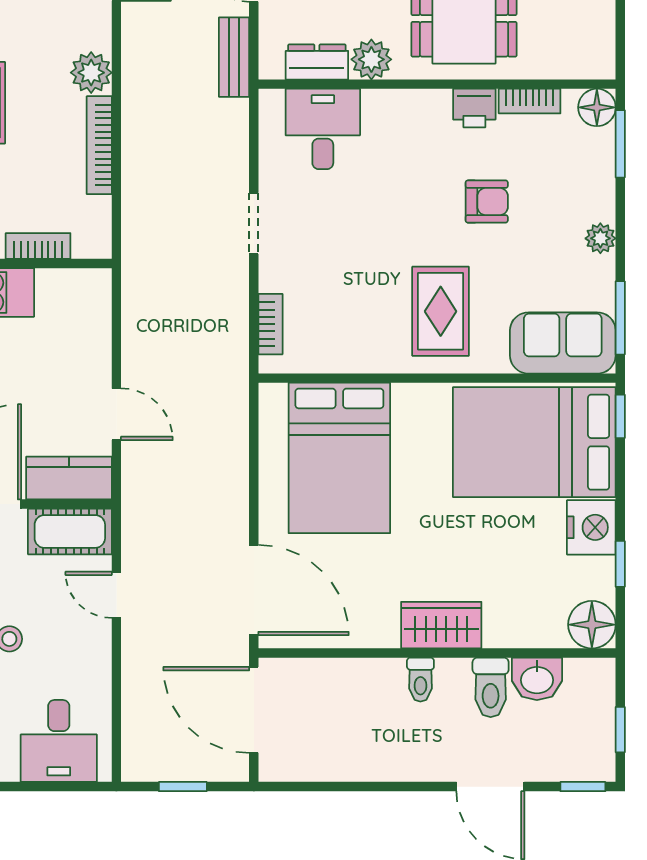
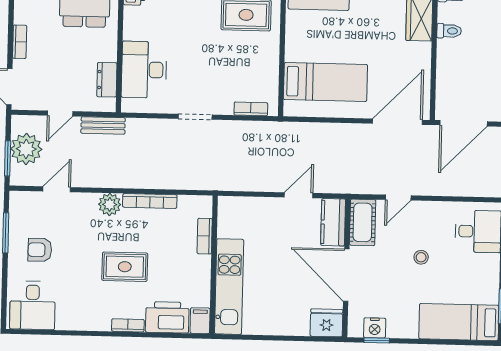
plant: (371, 59) -> (106, 50), removed
desk: (323, 129) -> (144, 70), width x1.37
bed: (339, 458) -> (325, 82), width x0.67

